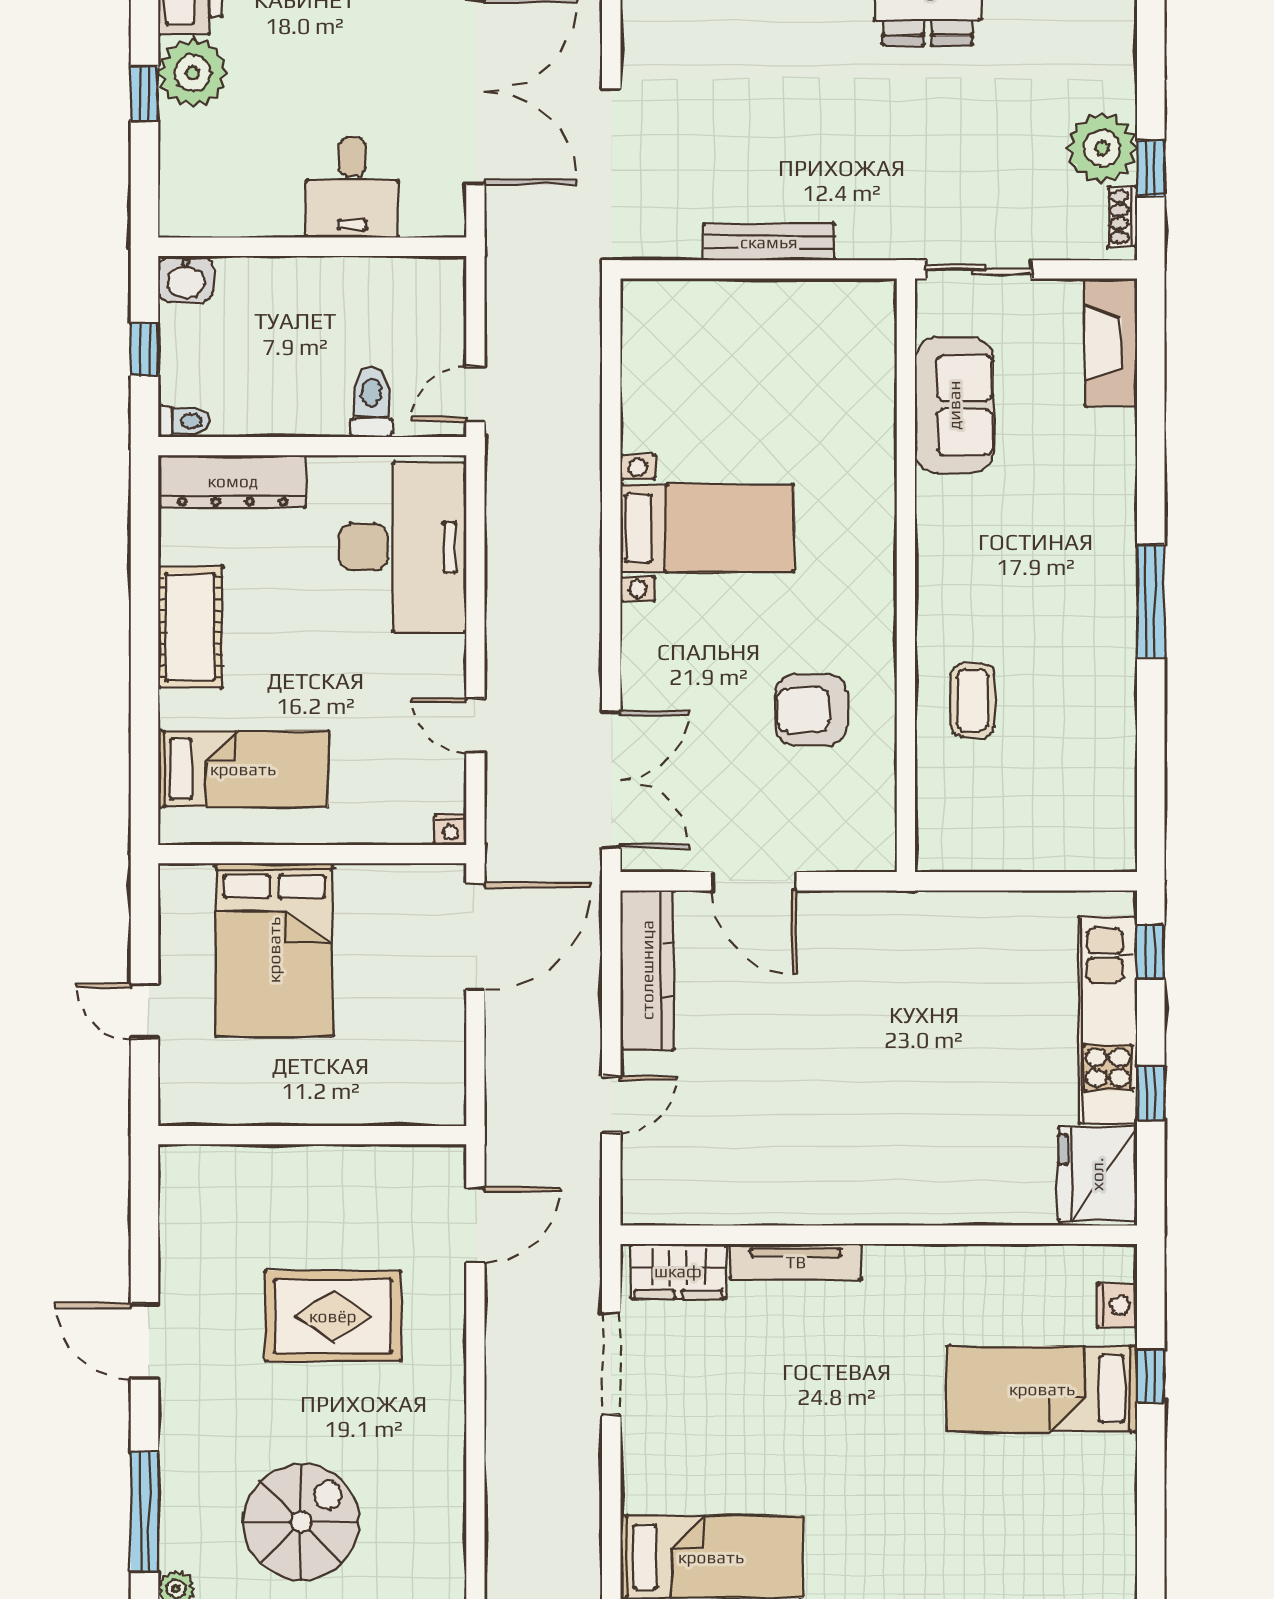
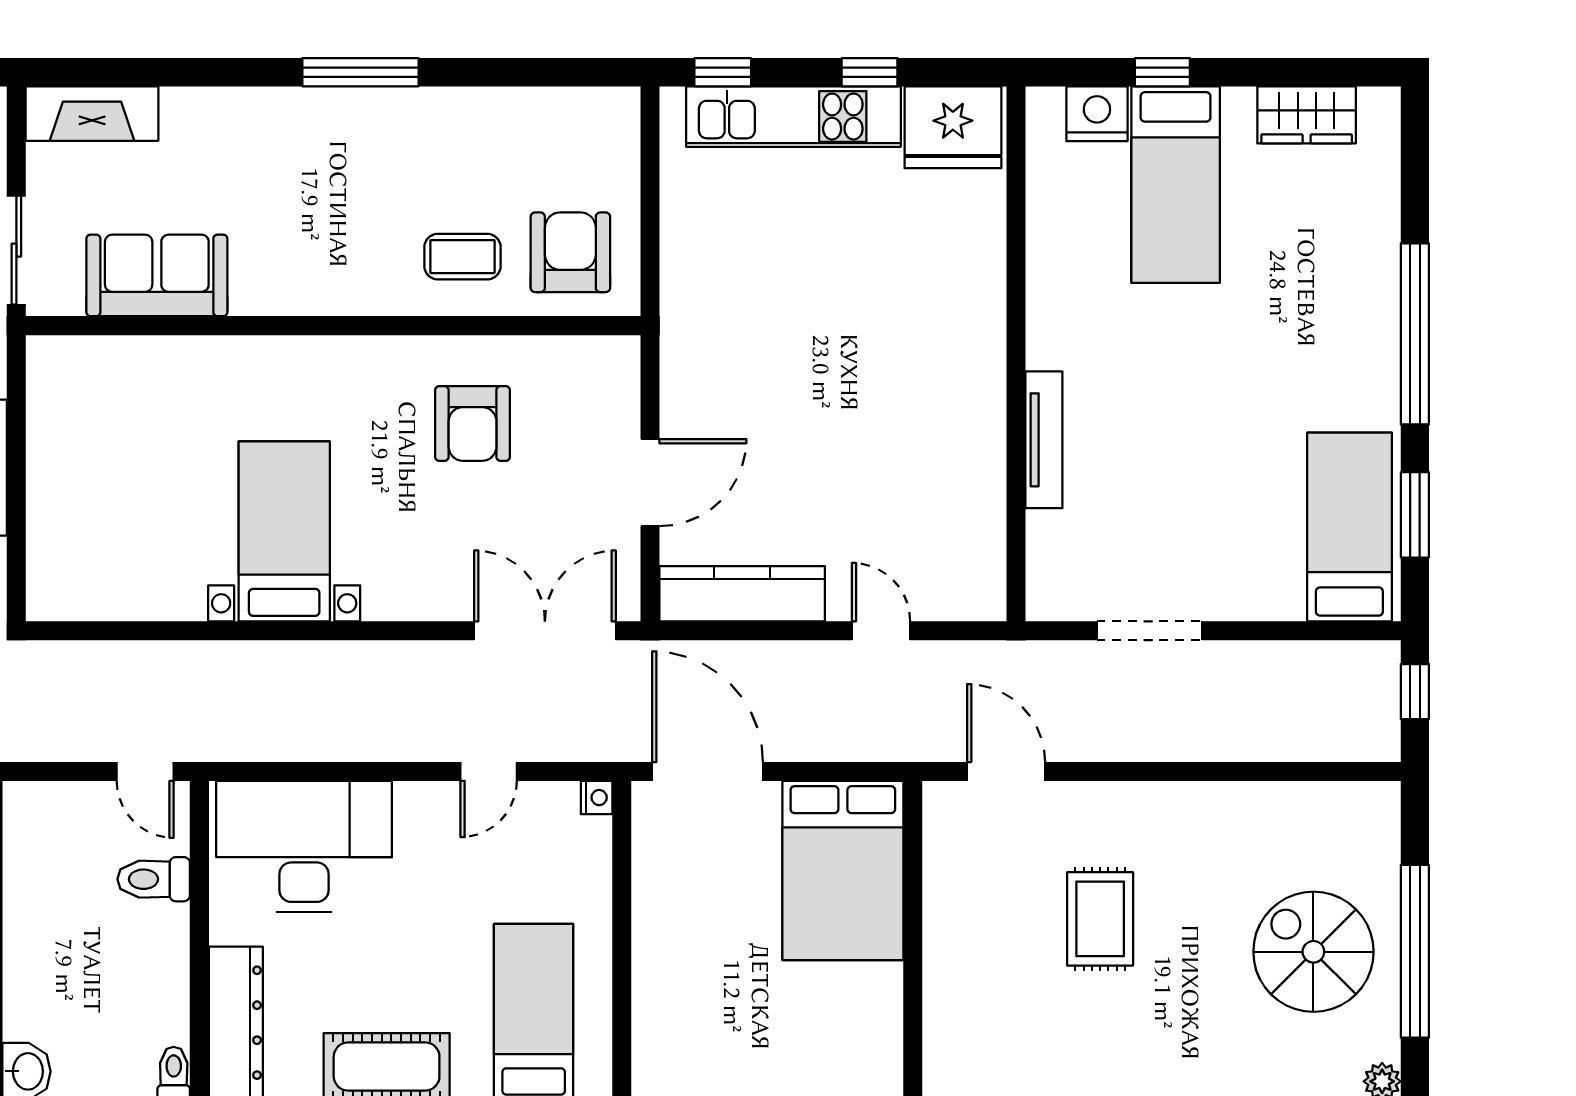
armchair: (977, 804) -> (570, 252), added
bed: (274, 950) -> (843, 870), moved, turned 90
wardrobe: (678, 1271) -> (1307, 115), moved, turned 90
nightstand: (1117, 1305) -> (1097, 114), width x1.36, depth x1.33
rug: (333, 1316) -> (1100, 919), width x0.73, depth x0.70

